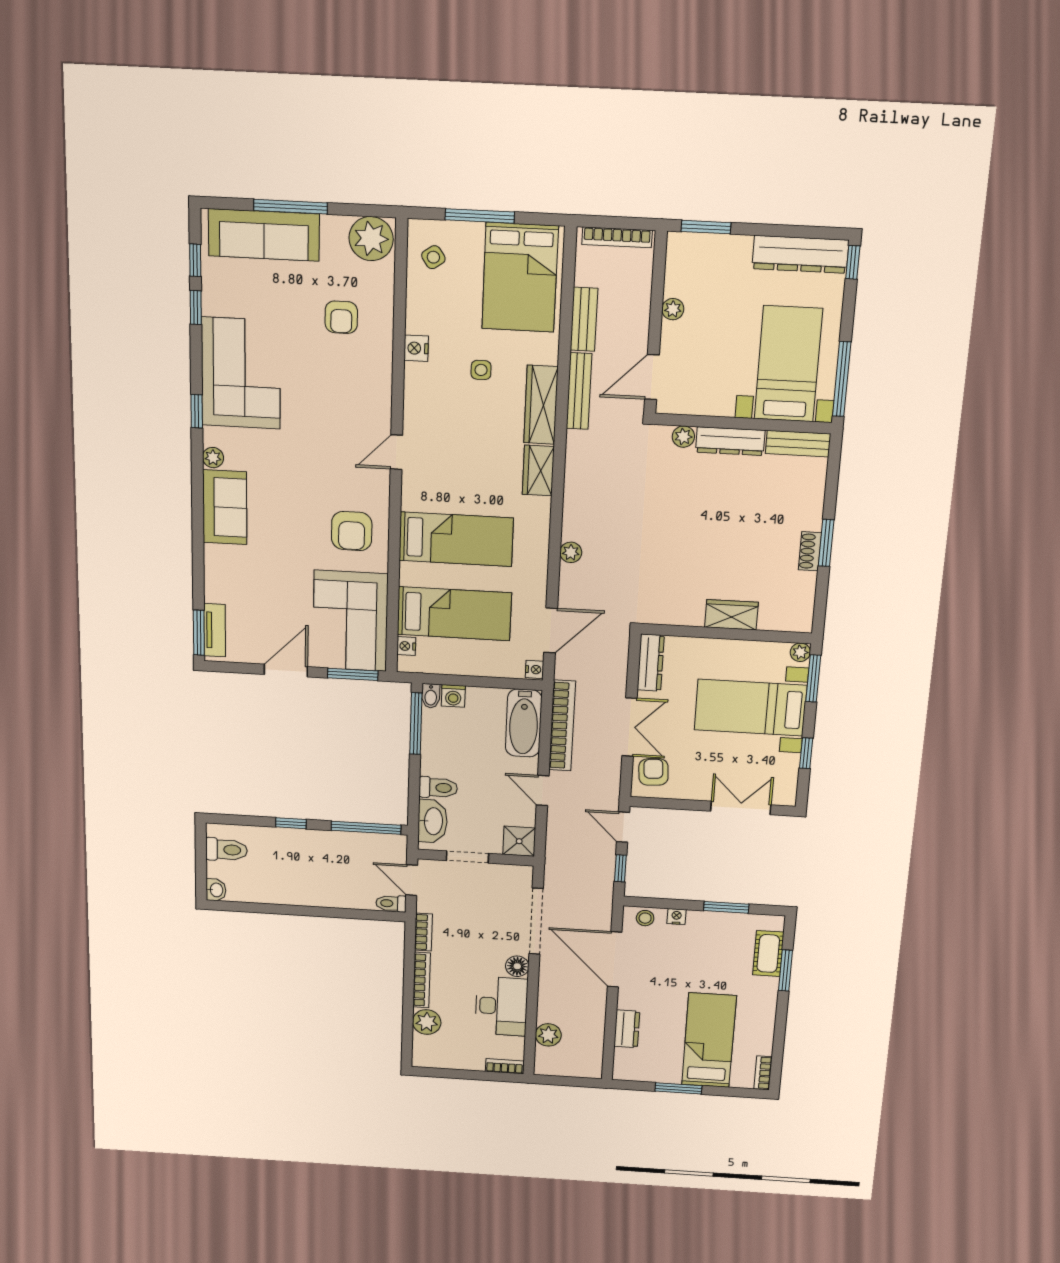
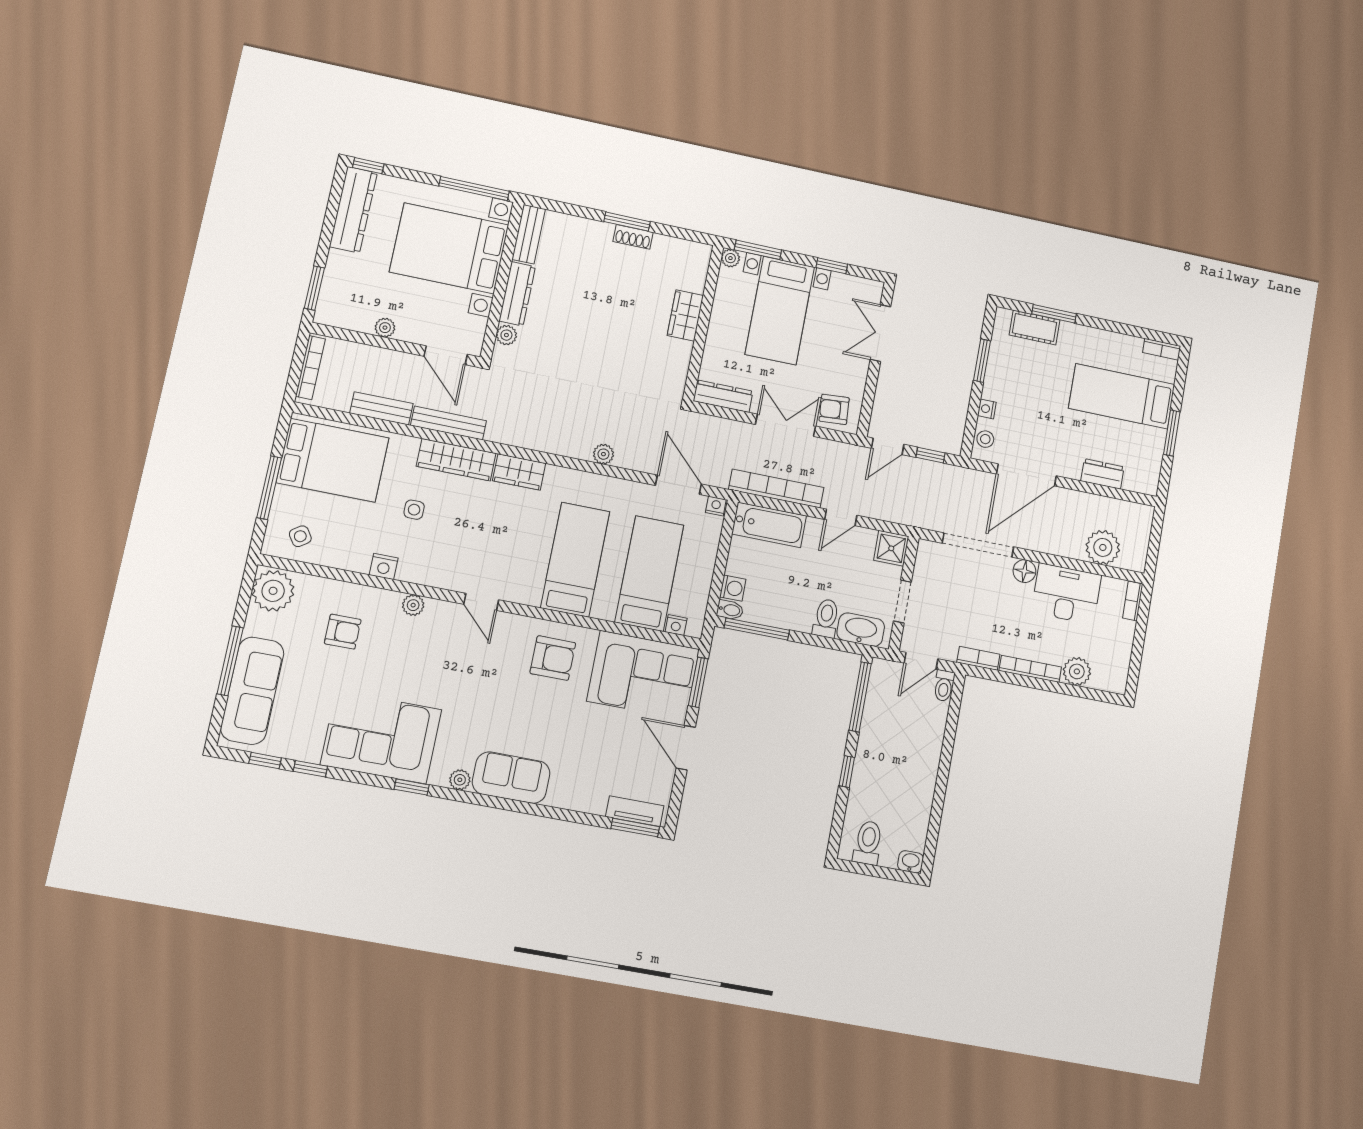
bed with nightstands: (788, 364) -> (449, 248), width x1.36
plant: (381, 384) -> (413, 605), added
plant: (548, 1035) -> (1103, 547), width x1.36, depth x1.36

